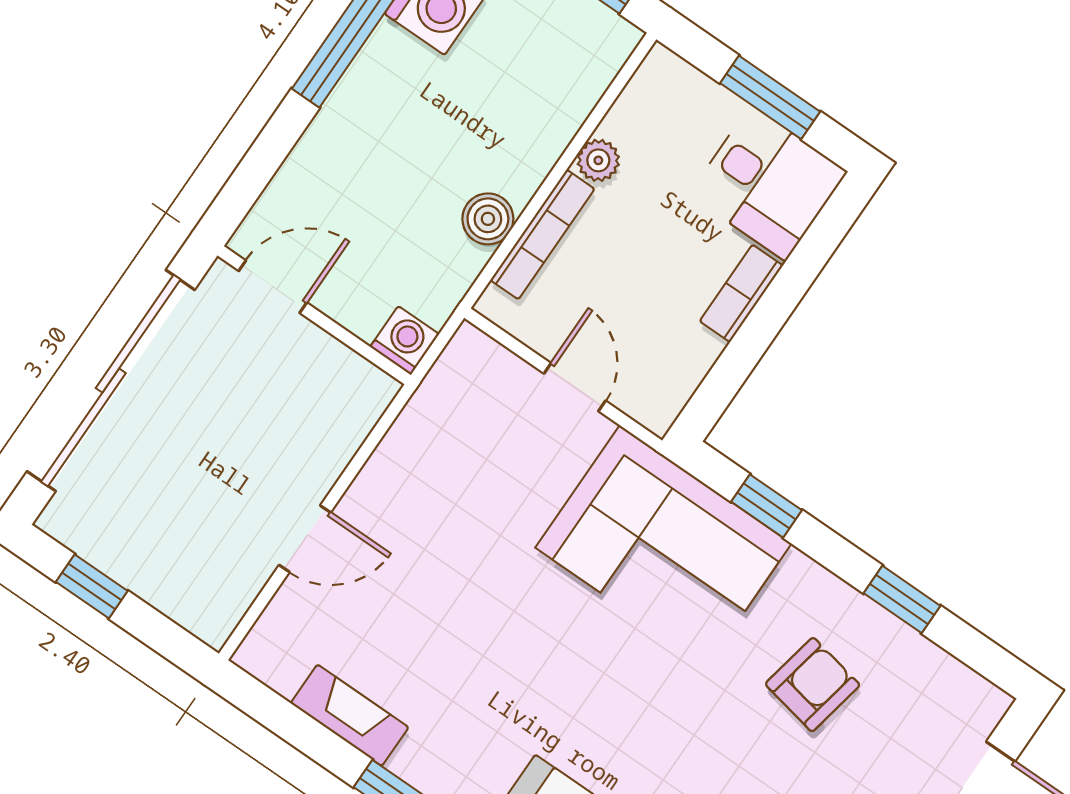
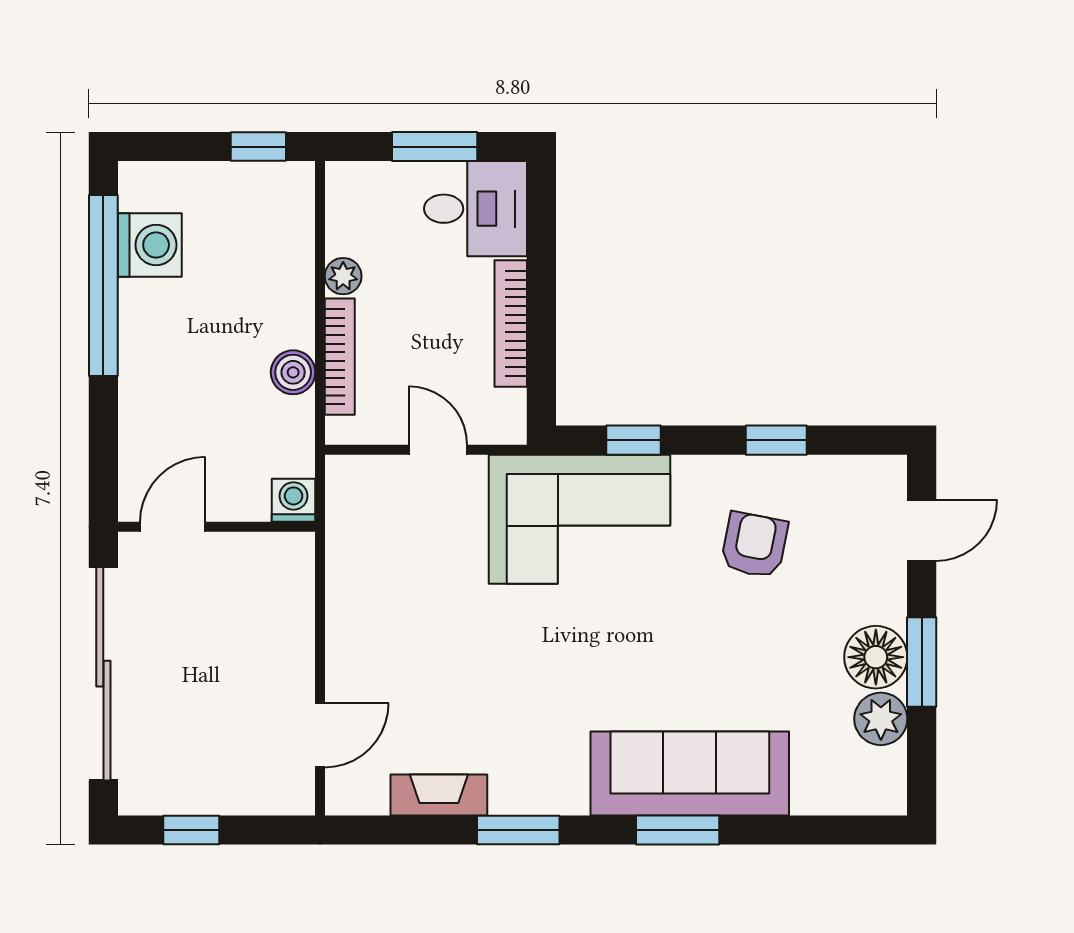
bookcase: (741, 293) -> (511, 323), width x1.56
door: (305, 539) -> (320, 735), moved

